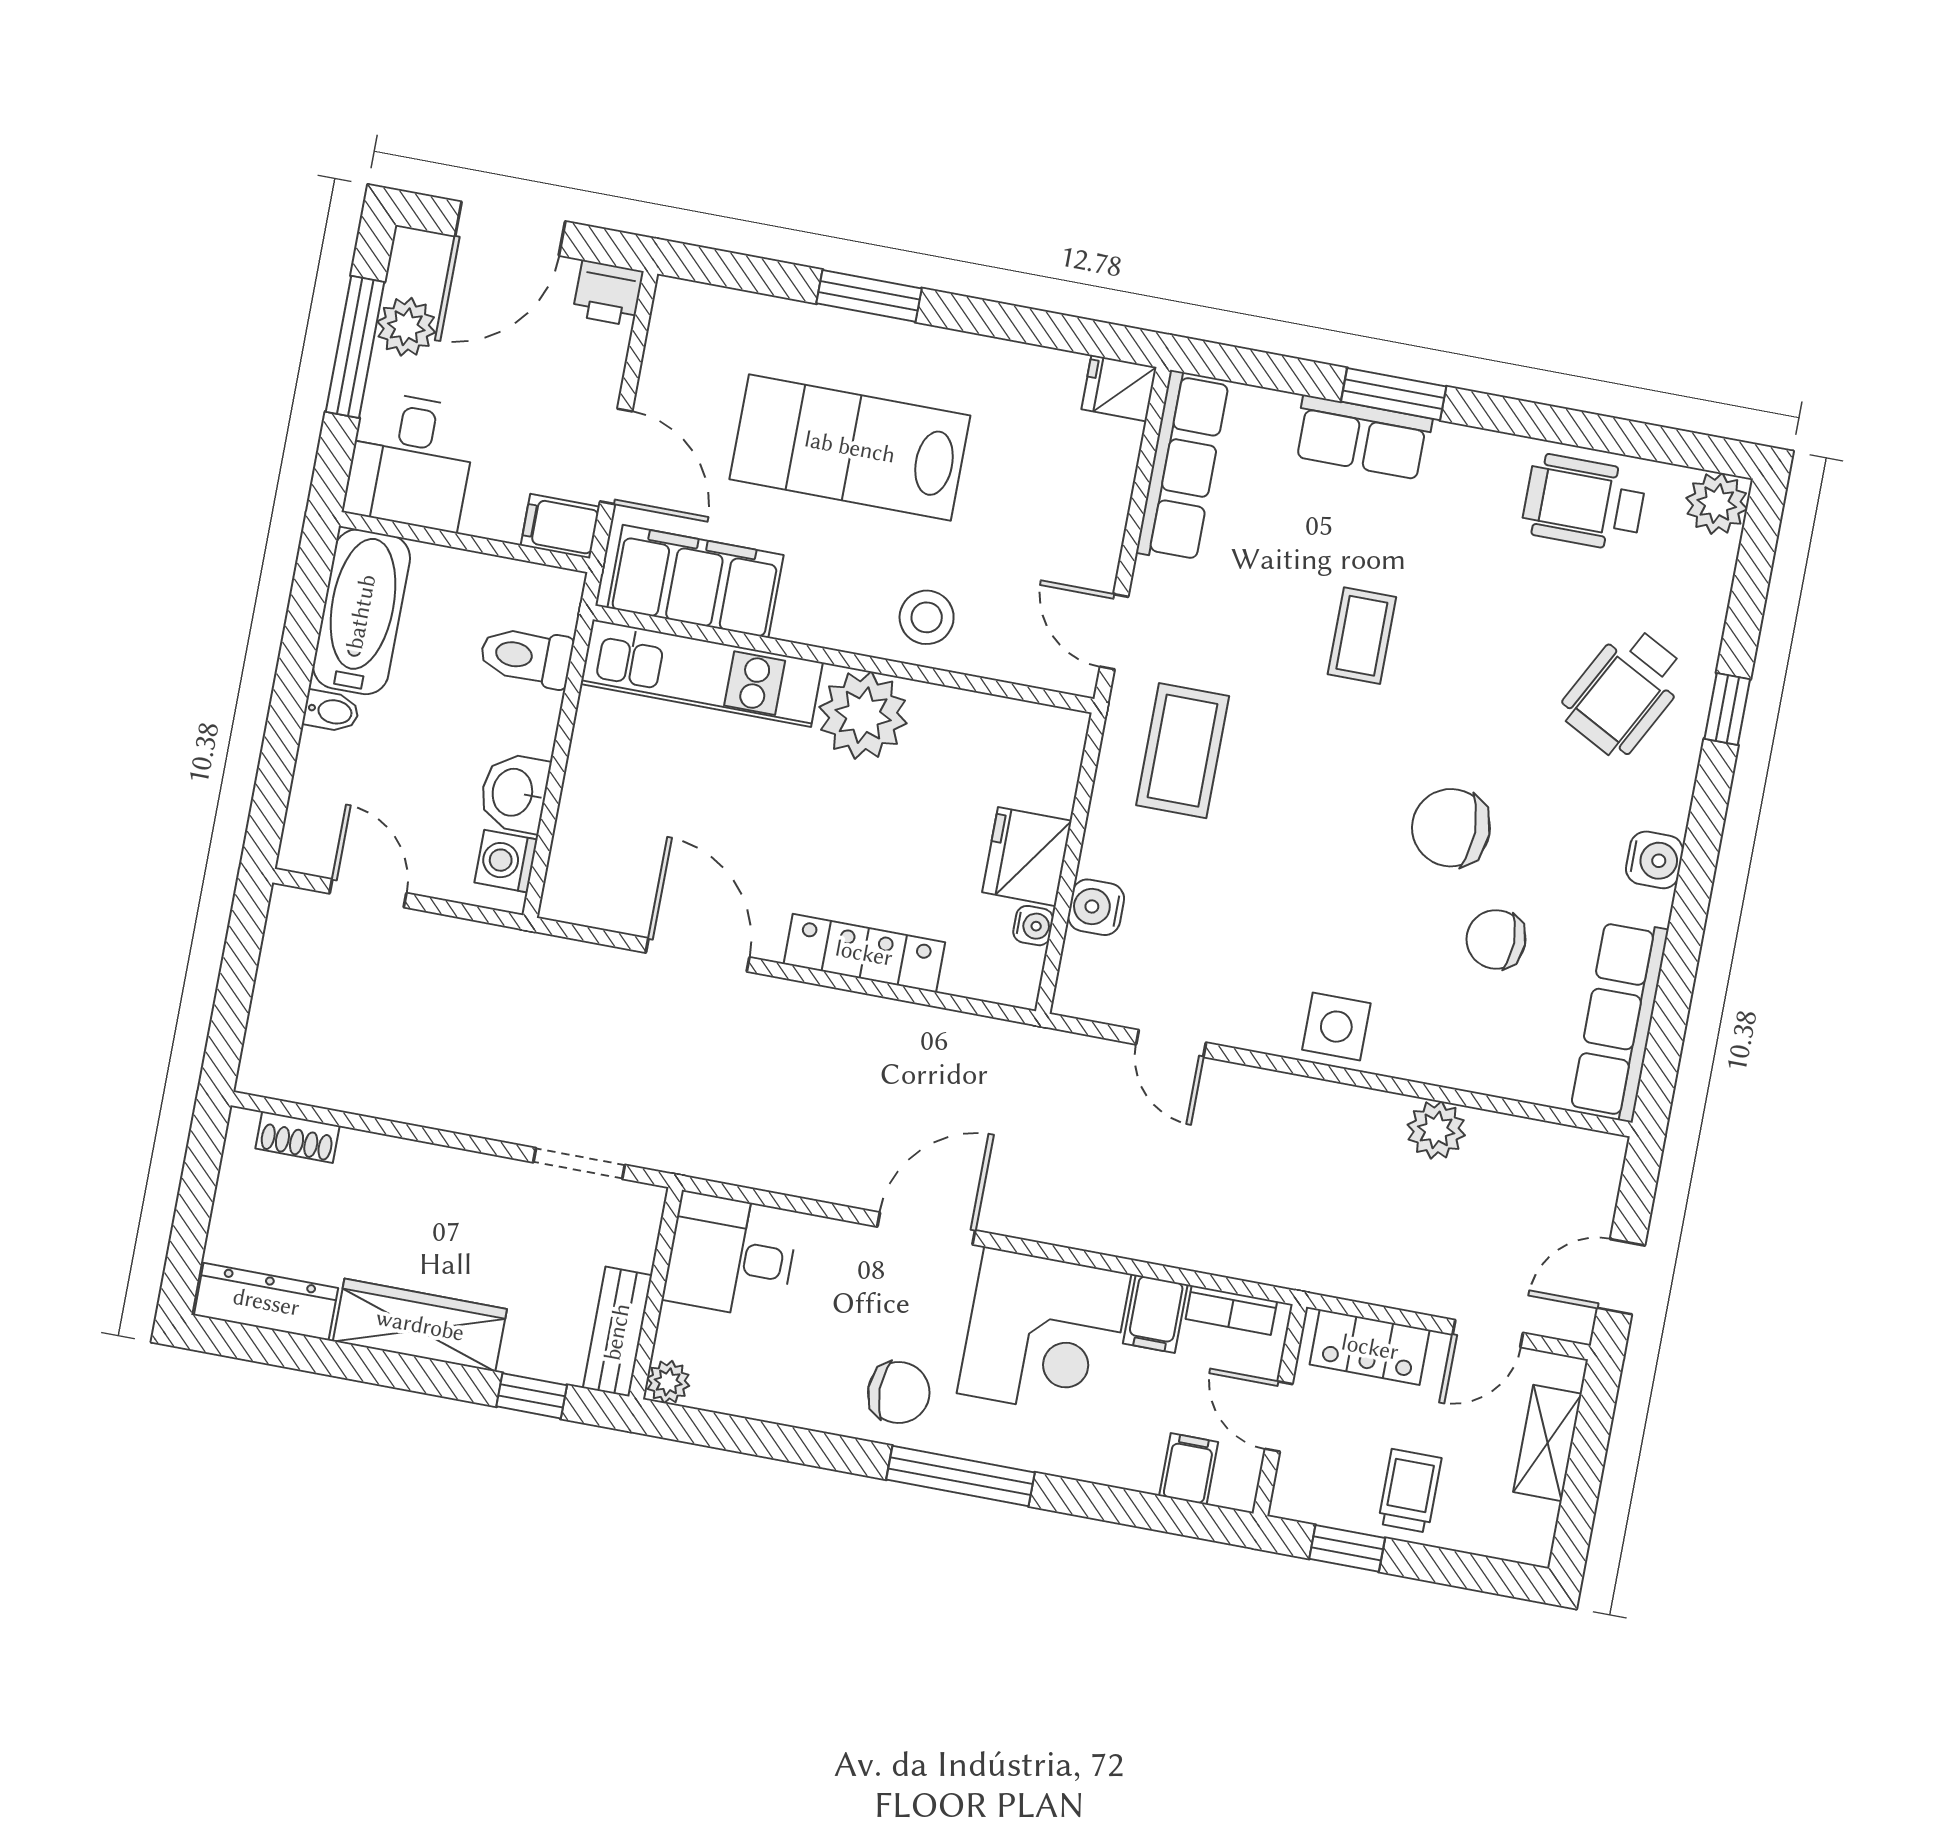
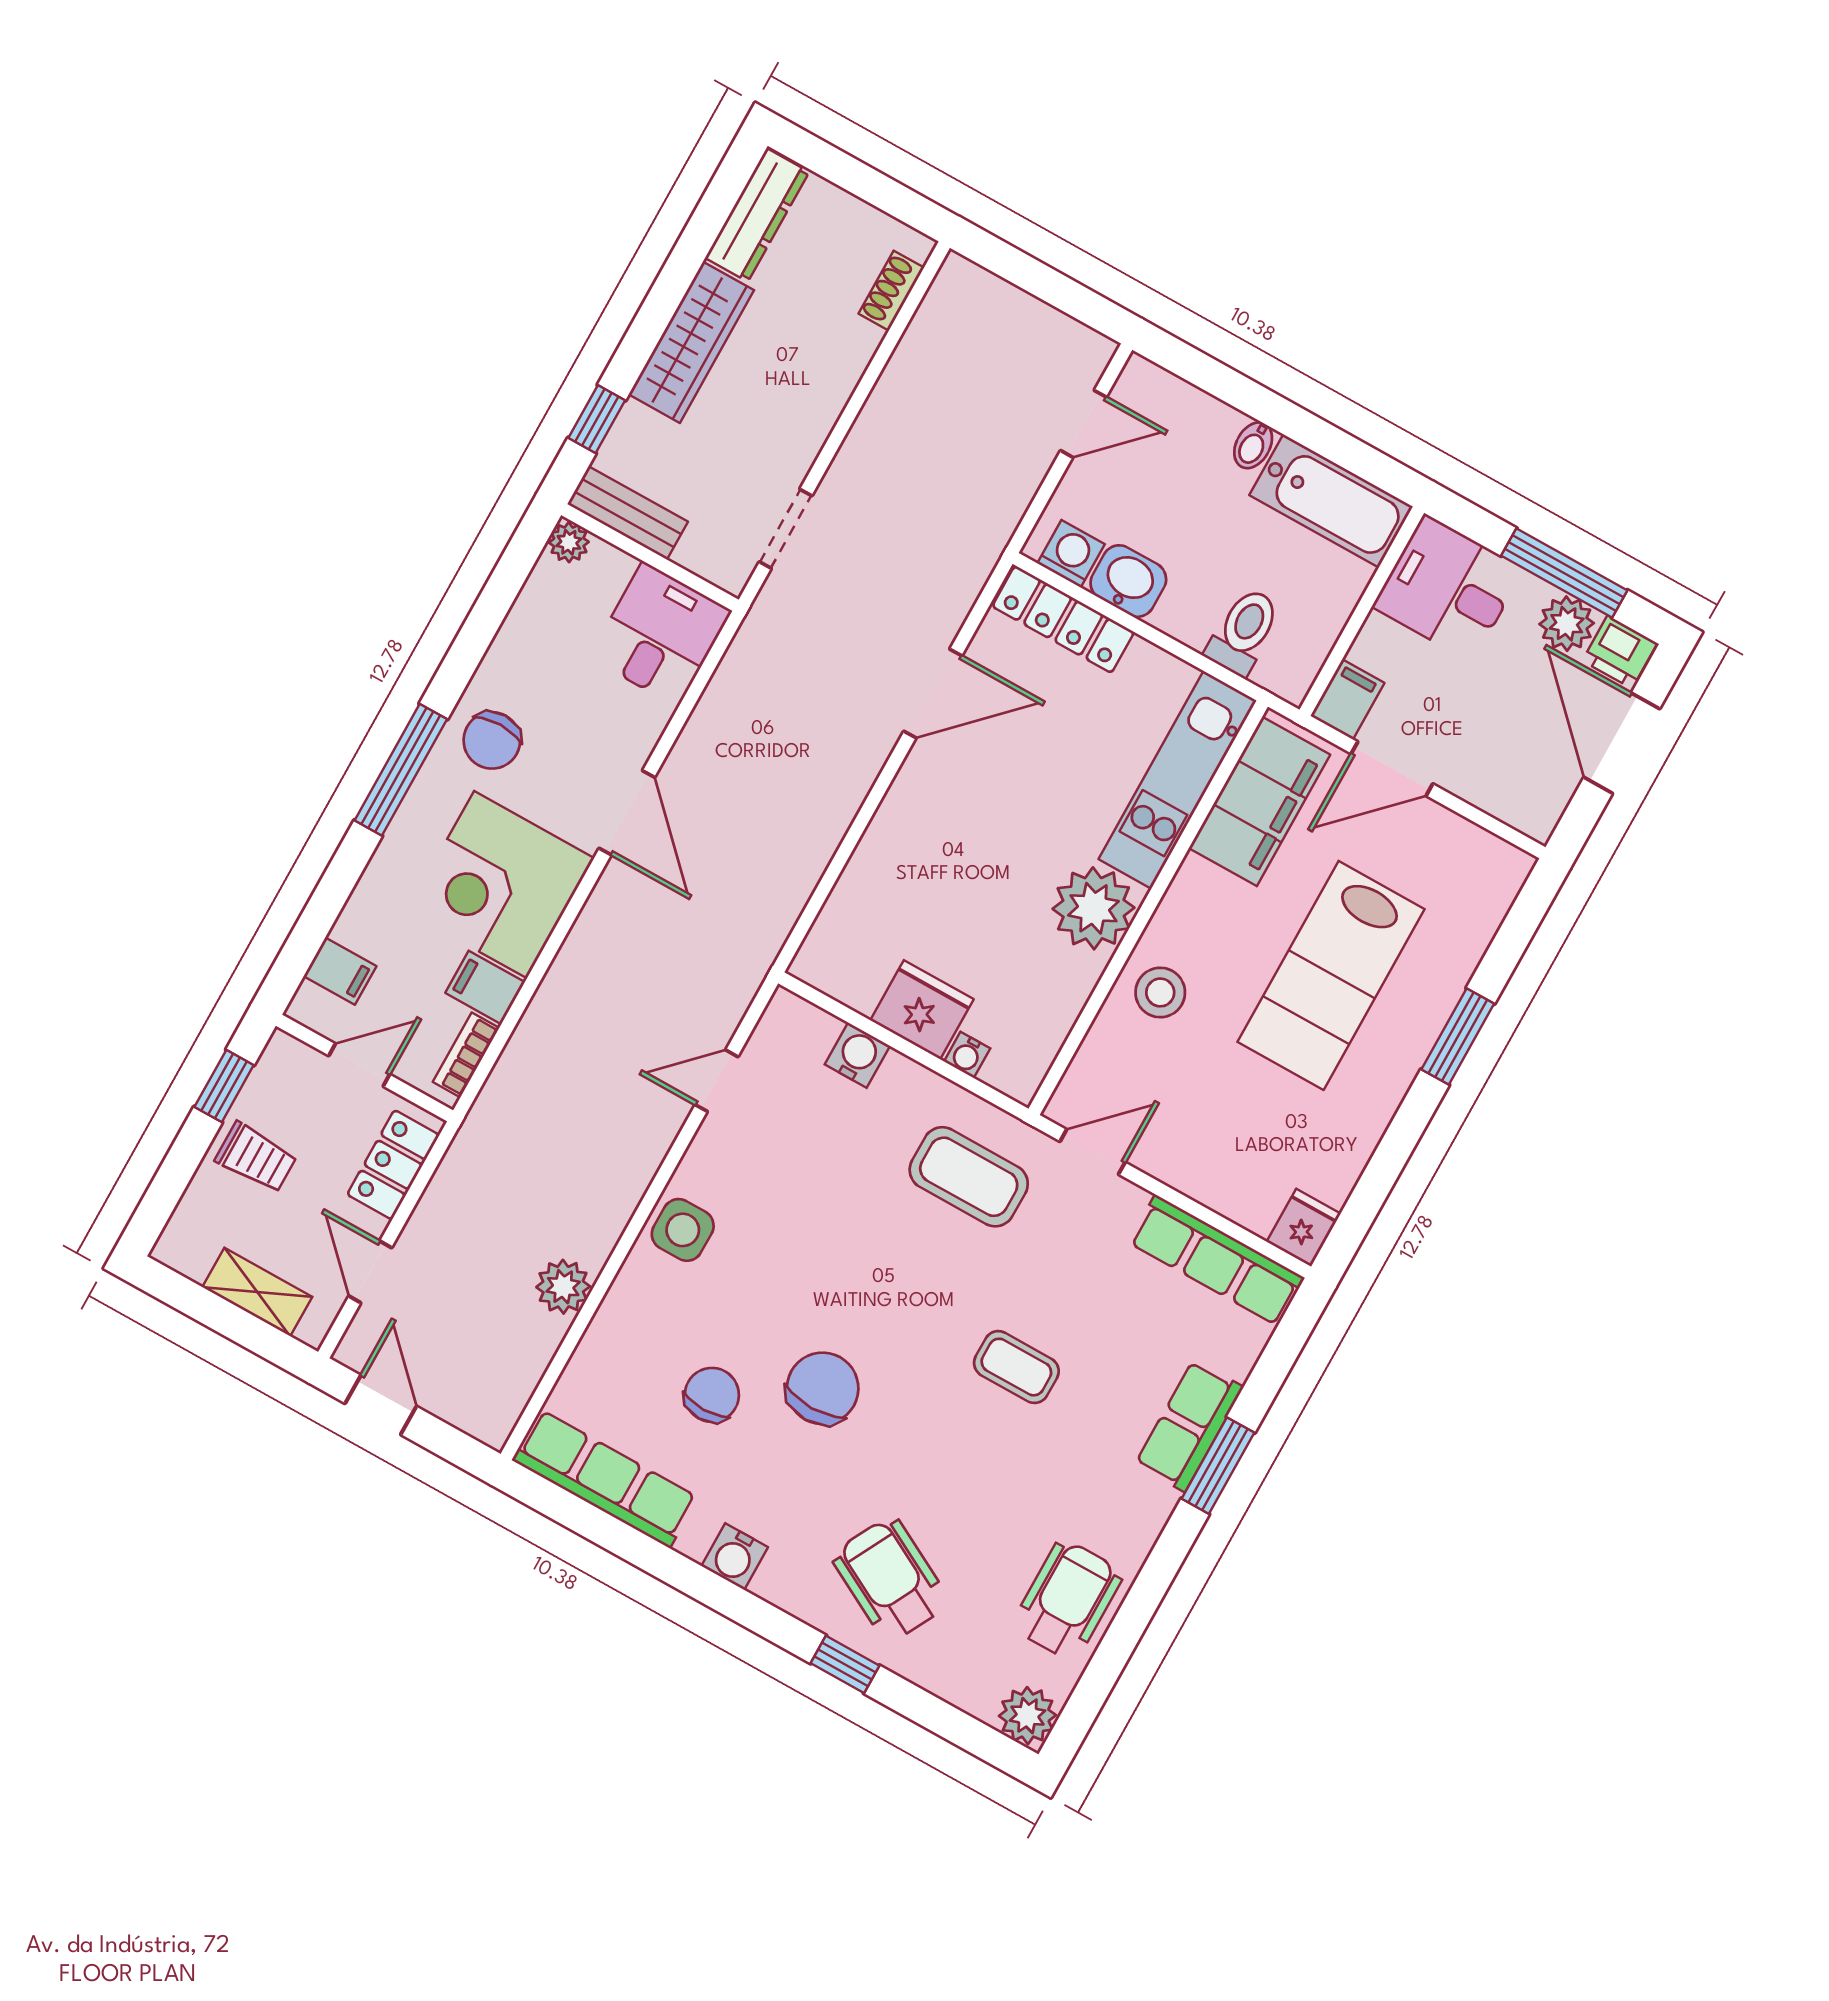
printer: (608, 293) -> (1620, 652), moved, turned -90
lab bench: (850, 447) -> (1331, 975), turned 180
water cooler: (1033, 926) -> (967, 1055), moved
locker: (864, 953) -> (1063, 619), moved, turned 90

